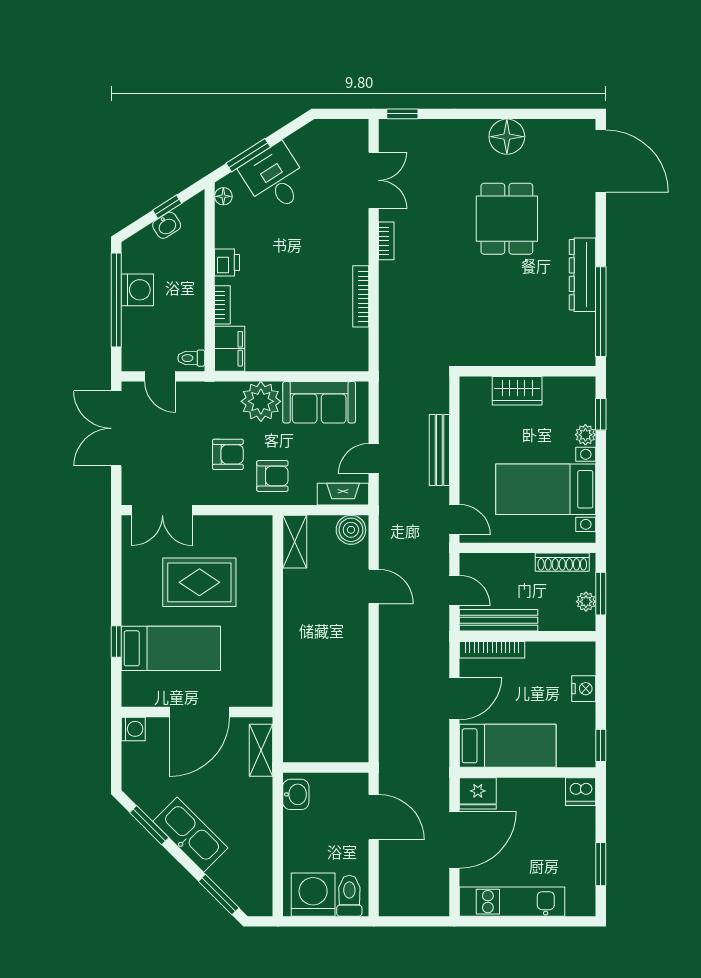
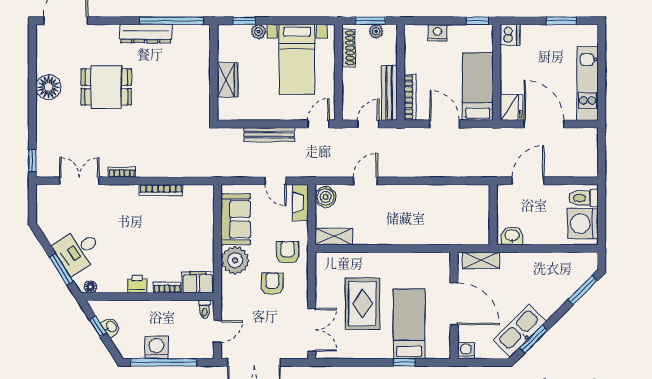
kitchen sink: (190, 835) -> (520, 331), moved

